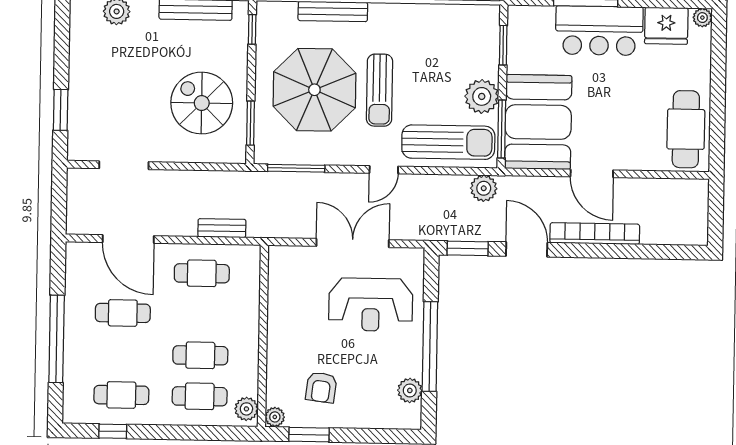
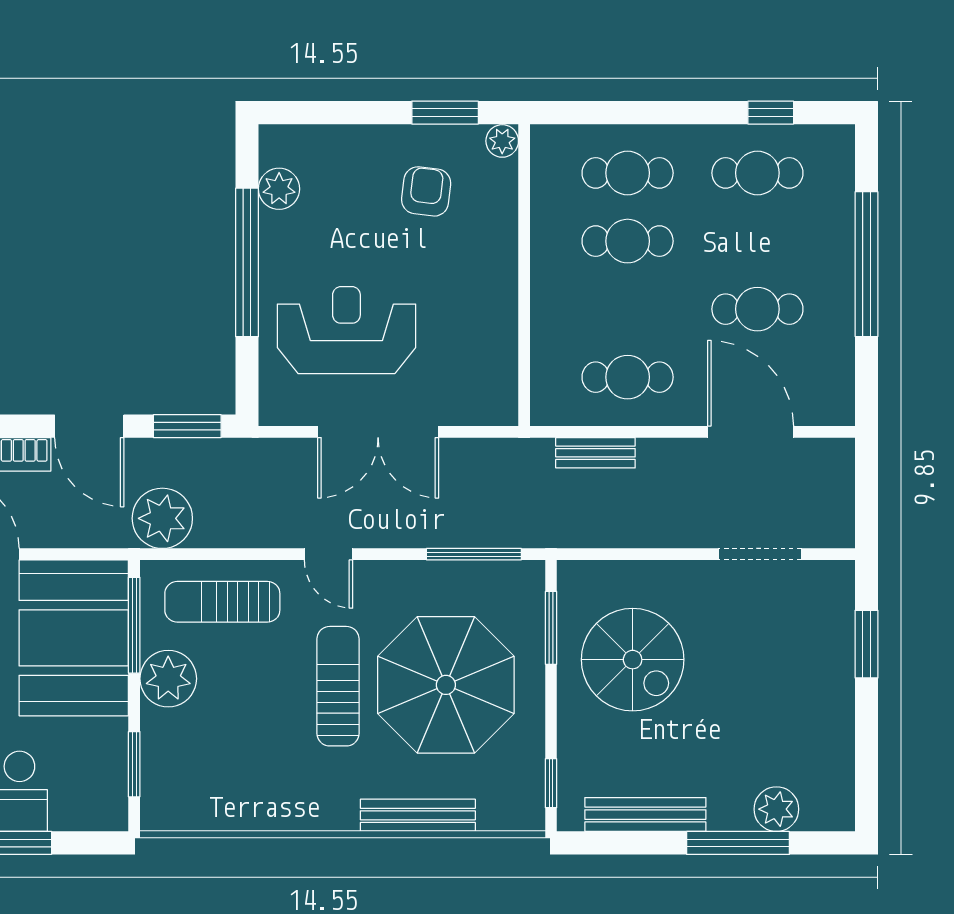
sun lounger: (448, 142) -> (222, 602), width x0.73, depth x0.75
door: (384, 170) -> (329, 554), swing flipped
plant: (484, 188) -> (162, 518), width x1.36, depth x1.36
plant: (246, 409) -> (550, 153), removed

